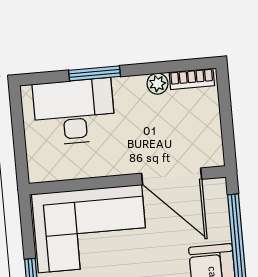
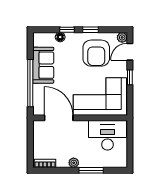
plant: (157, 84) -> (74, 163), moved
desk: (74, 112) -> (107, 135), moved, turned 180

